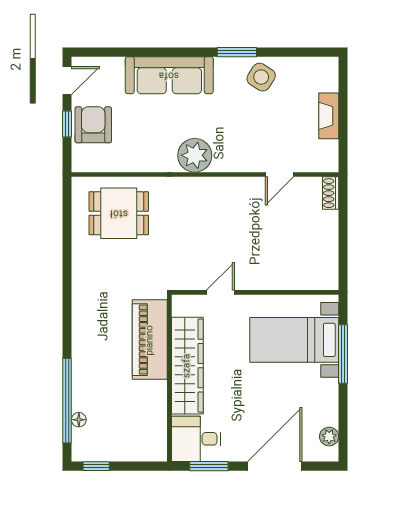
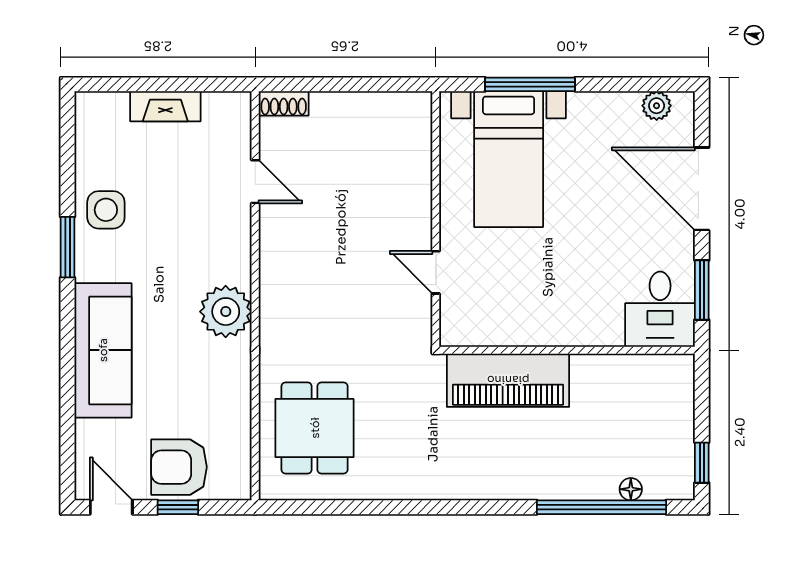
side table: (261, 77) -> (106, 210), turned -32
wardrobe: (187, 366) -> (548, 323), removed

